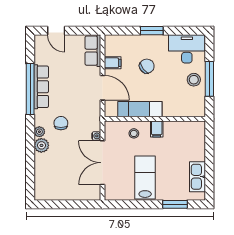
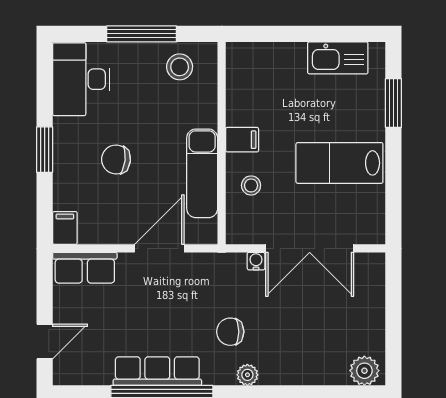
filing cabinet: (113, 63) -> (65, 228), moved
chair: (147, 66) -> (116, 159), turned -47
stool: (194, 80) -> (180, 67), moved
plant: (41, 145) -> (364, 371), moved

